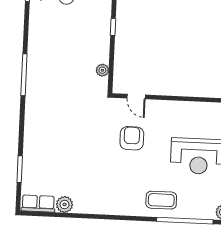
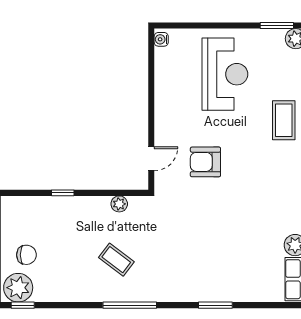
coffee table: (60, 66) -> (116, 260), added
window: (20, 169) -> (215, 305), moved

